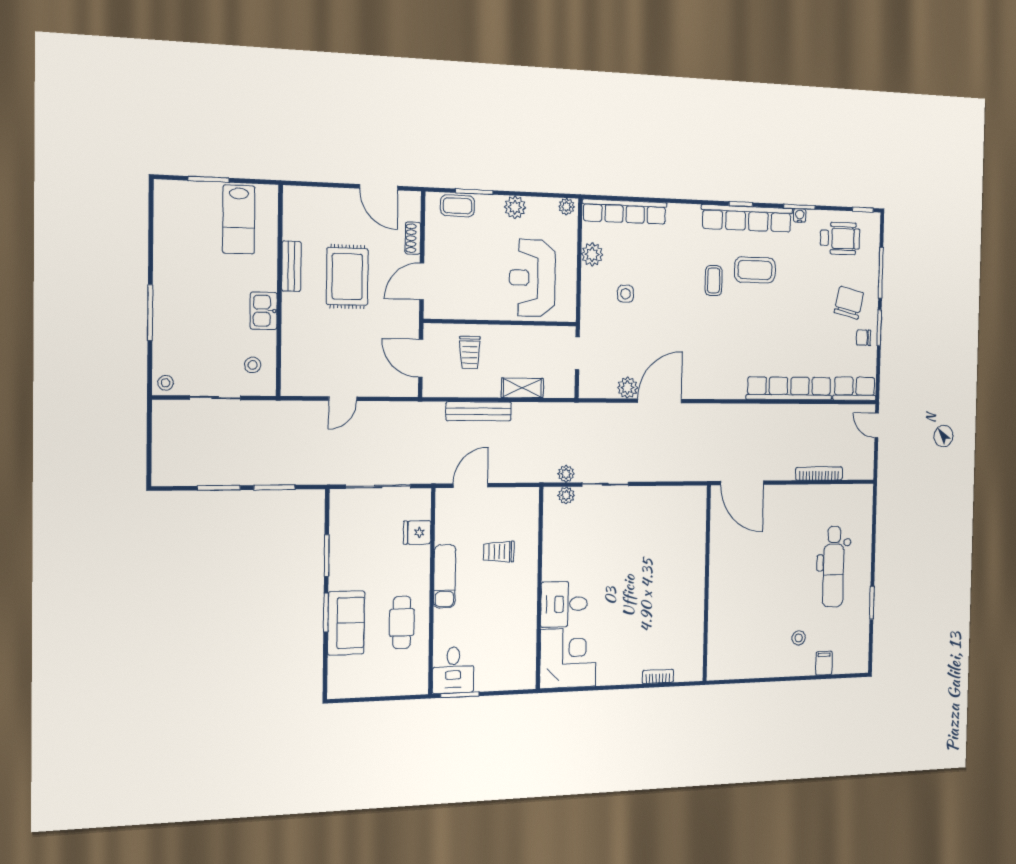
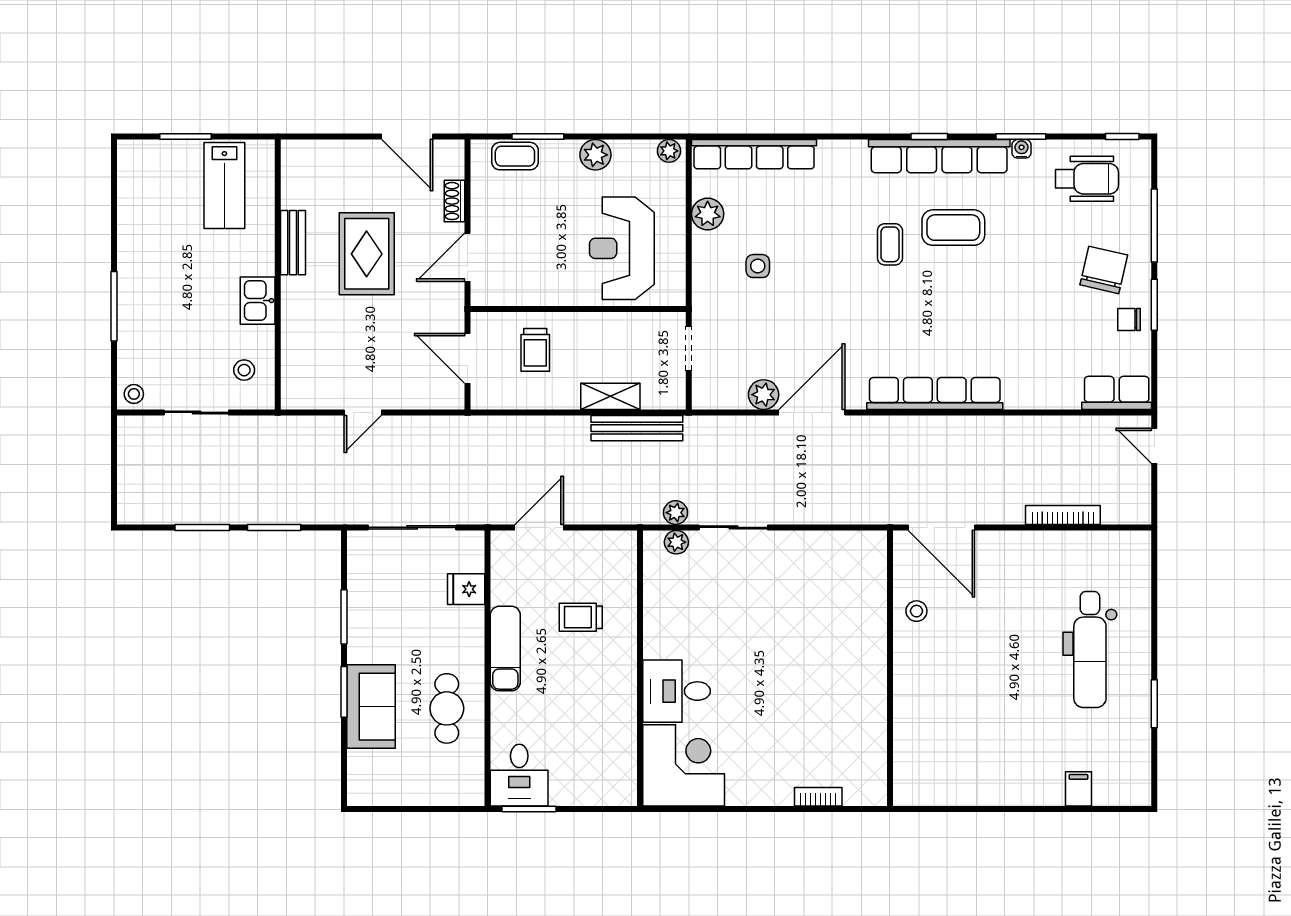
row of seats: (789, 388) -> (935, 394), moved
bench: (479, 411) -> (637, 428), moved
stool: (799, 638) -> (916, 611), moved

